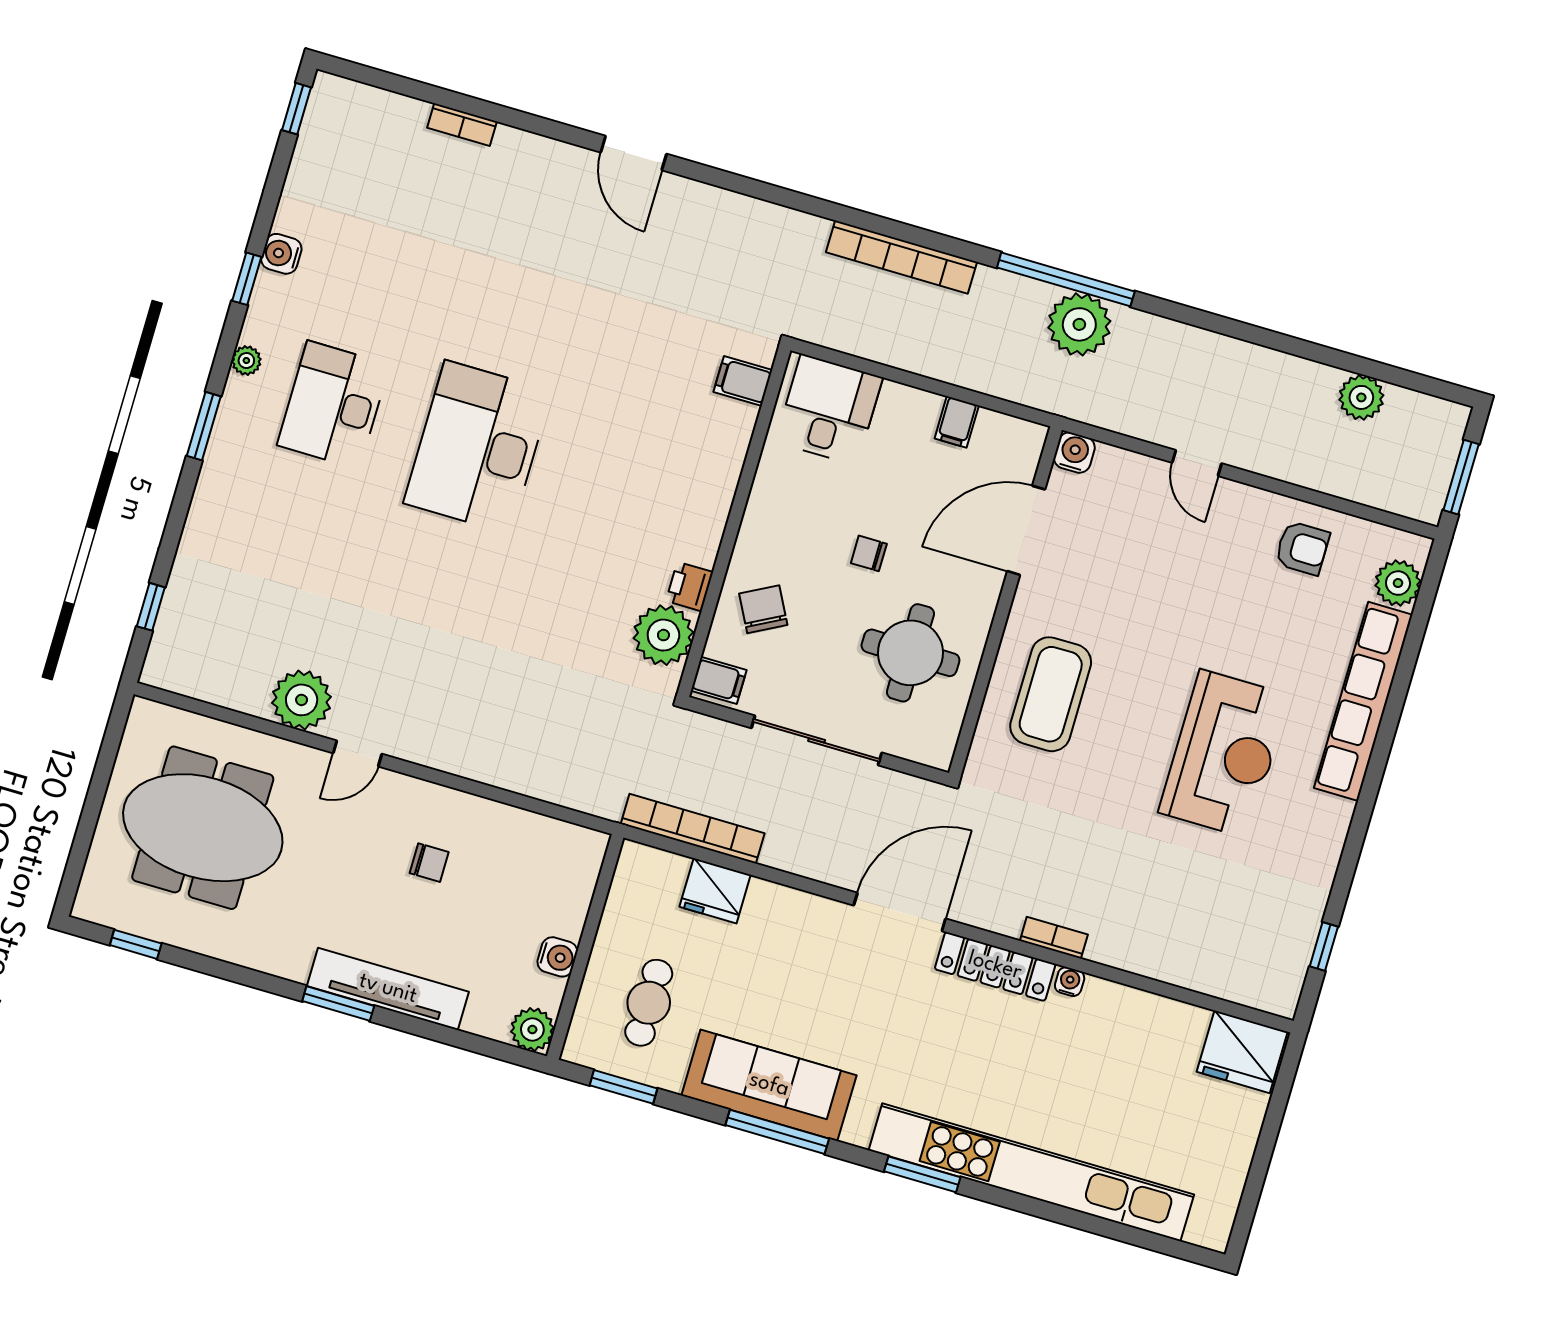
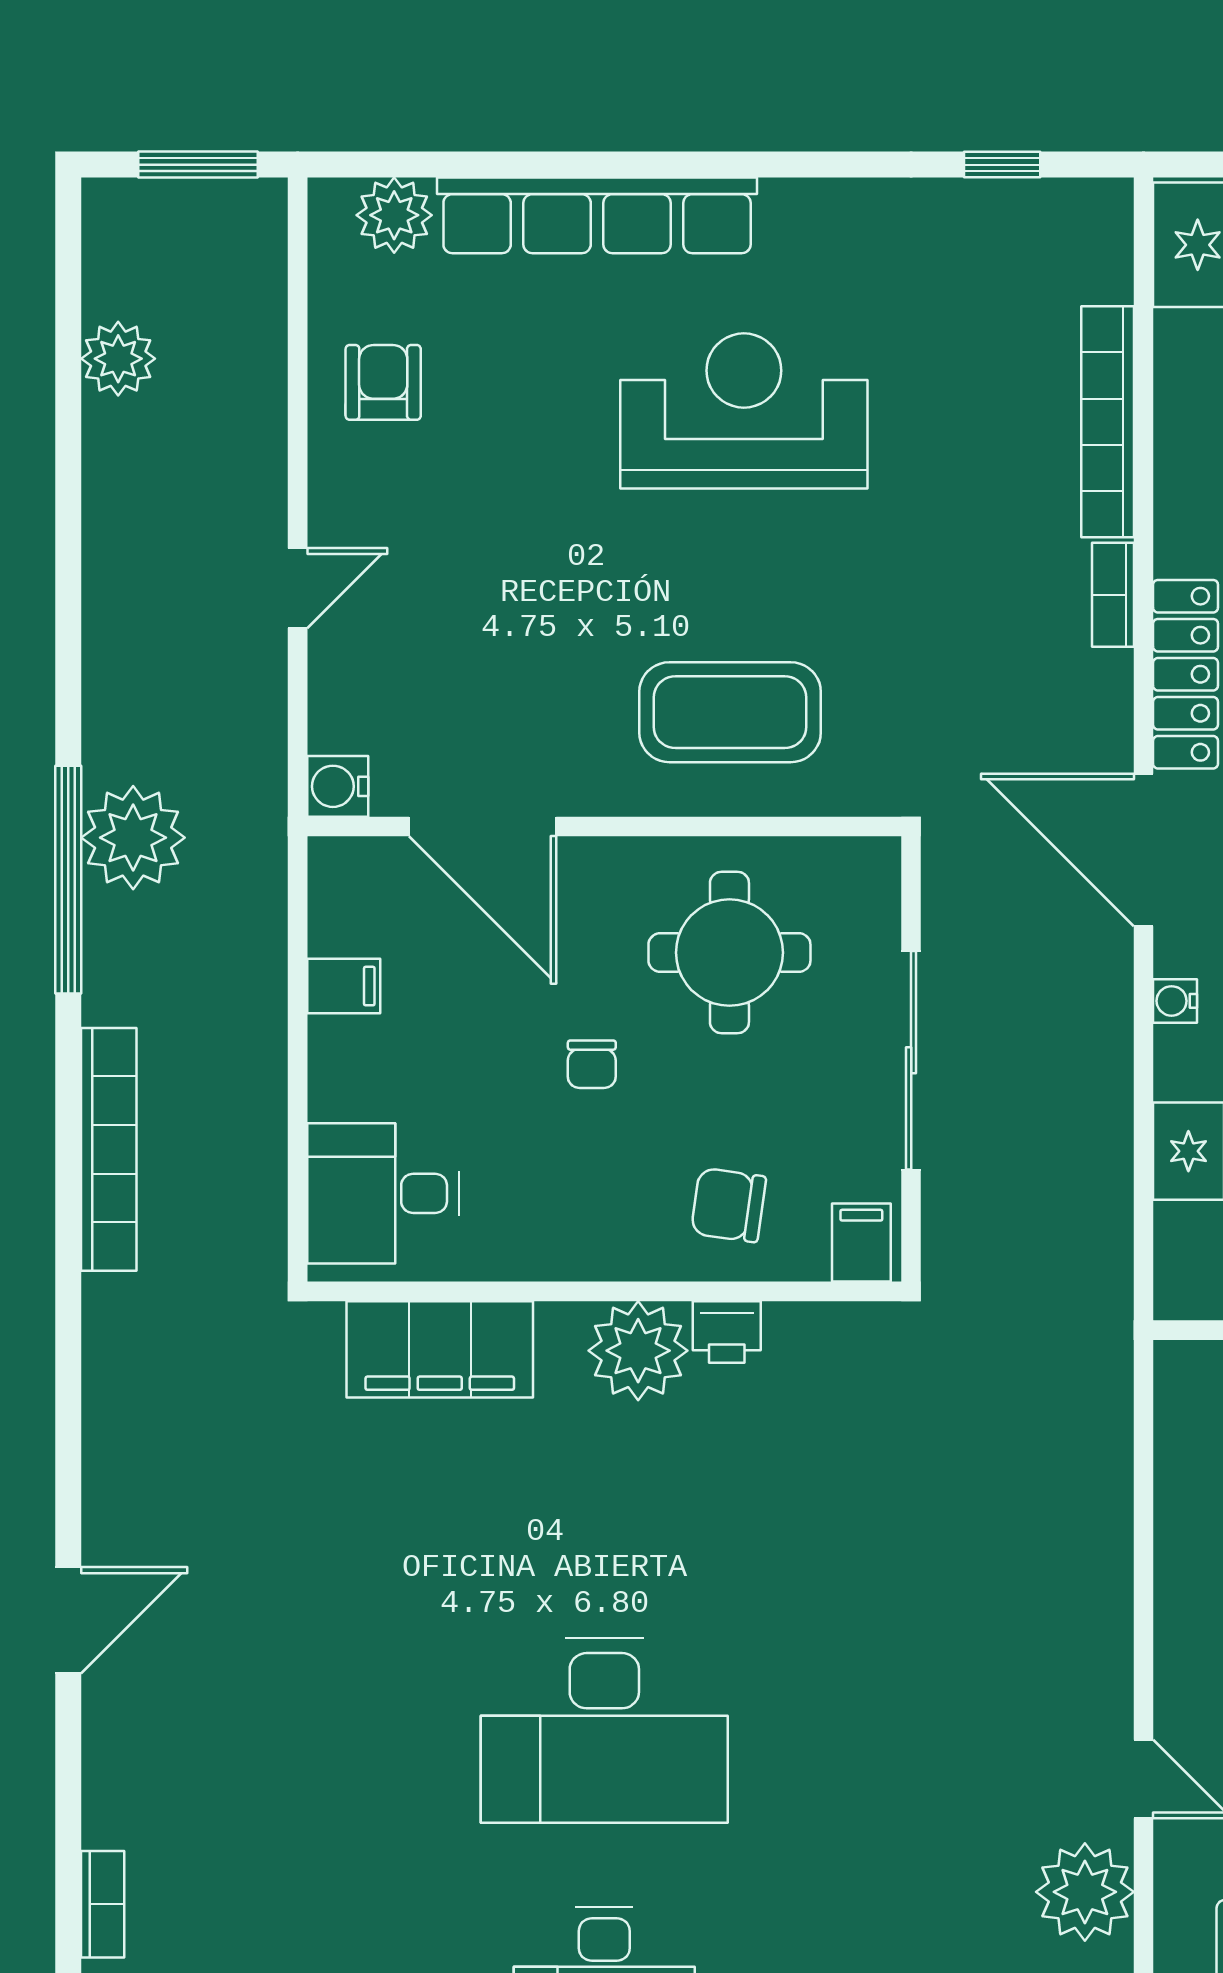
filing cabinet: (743, 381) -> (440, 1349), width x3.00, depth x1.17
chair: (763, 609) -> (729, 1205), turned 36
plant: (663, 635) -> (638, 1351), moved
bookcase: (693, 829) -> (1108, 422), moved
water cooler: (1070, 982) -> (1175, 1001), moved

